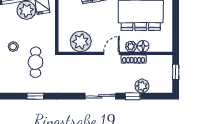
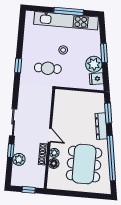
plant: (81, 41) -> (62, 109), removed

